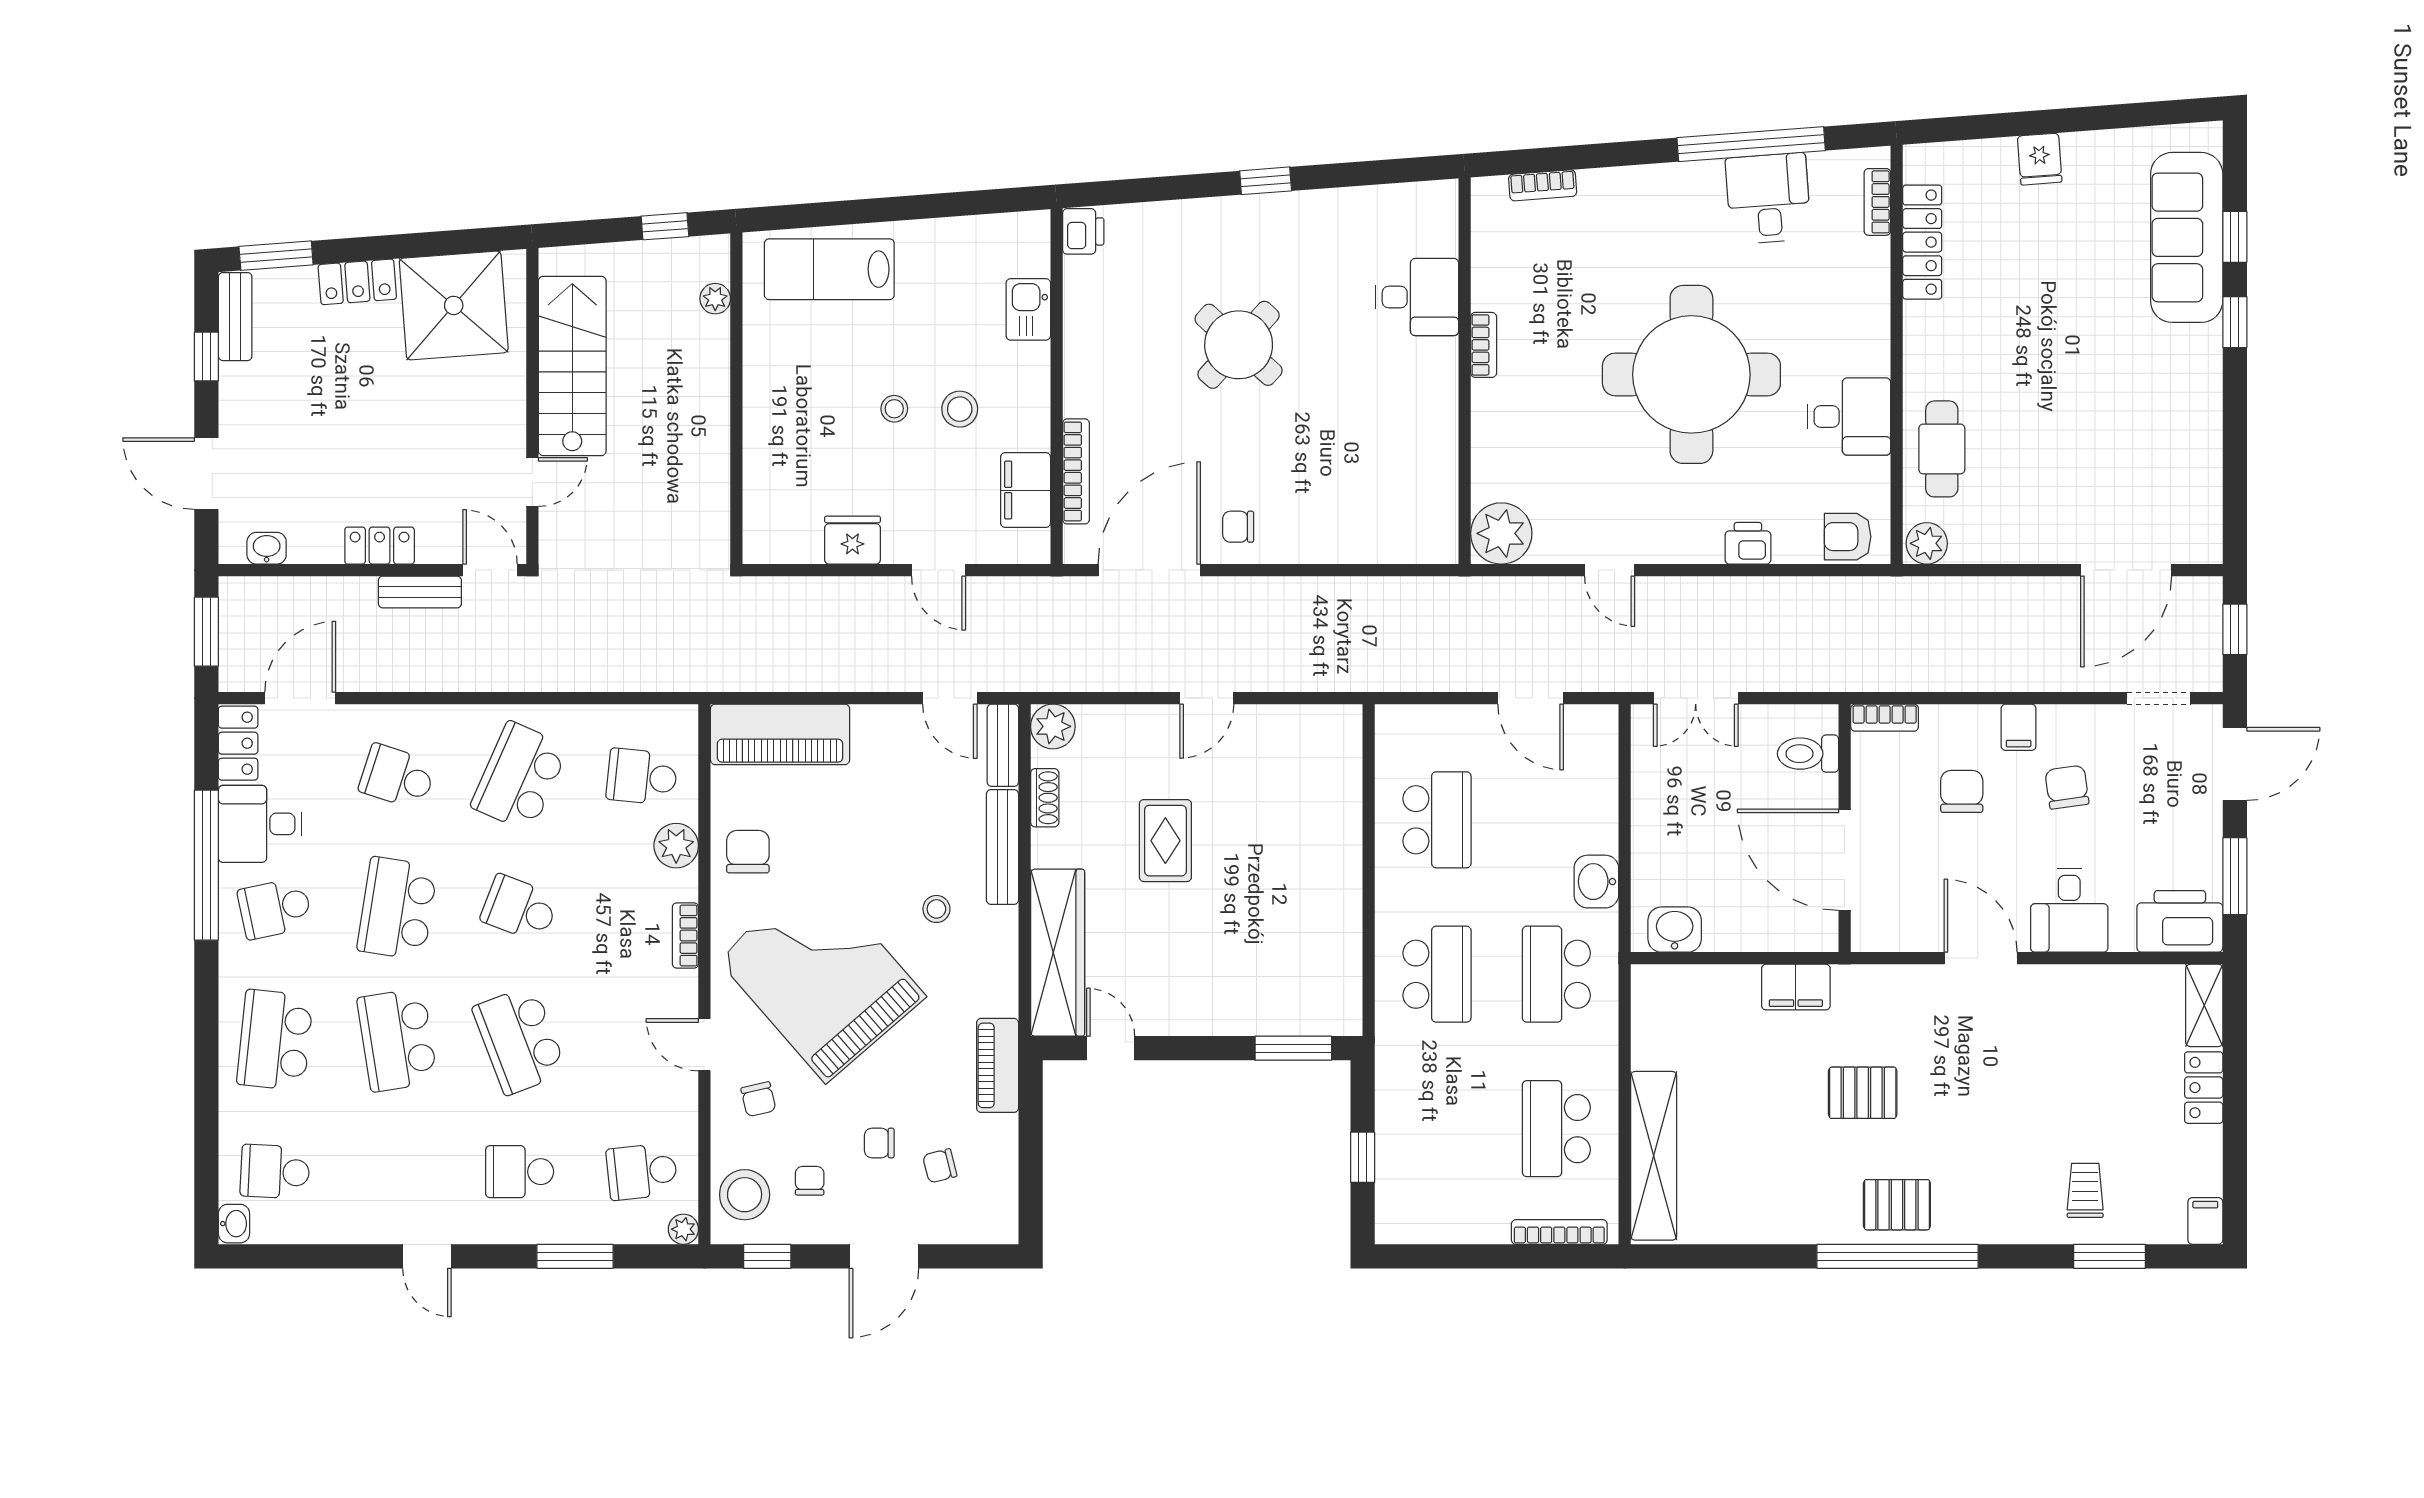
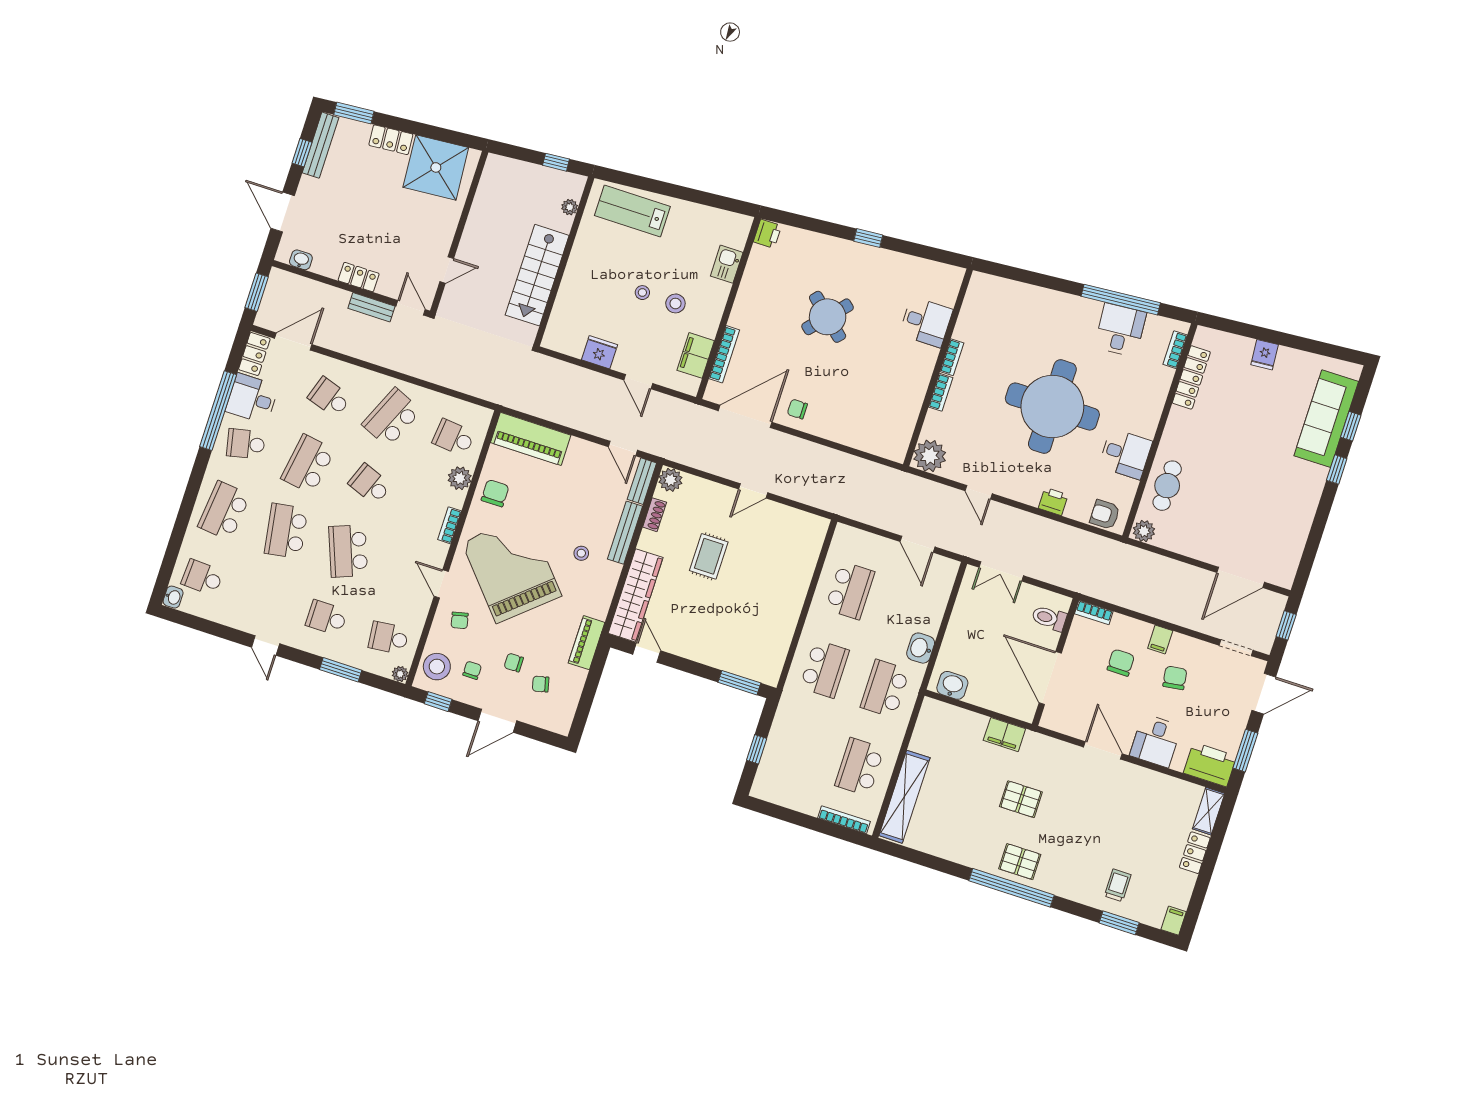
bookcase: (1543, 185) -> (941, 392), moved, turned -86
bench: (235, 317) -> (321, 145), width x1.36
stairs: (572, 366) -> (537, 275), moved, turned 180

